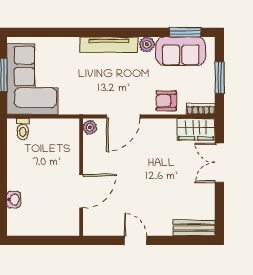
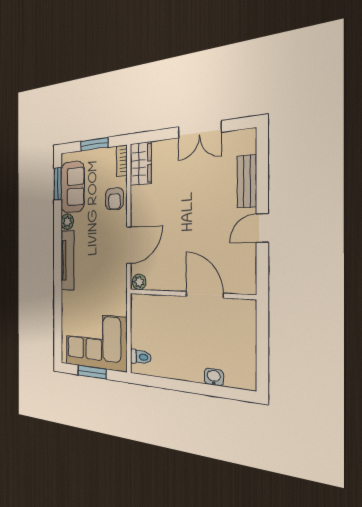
door: (123, 116) -> (129, 245), hinge flipped
double door: (219, 163) -> (199, 129), moved
bench: (194, 228) -> (247, 181), moved

